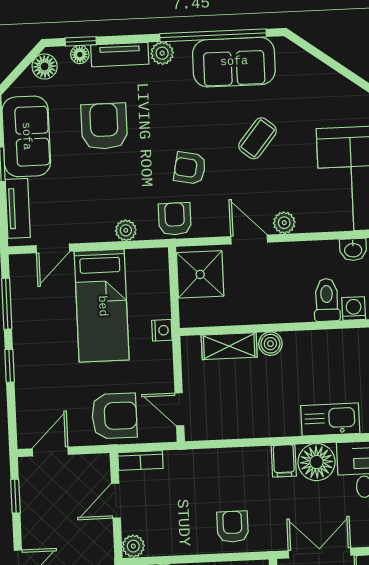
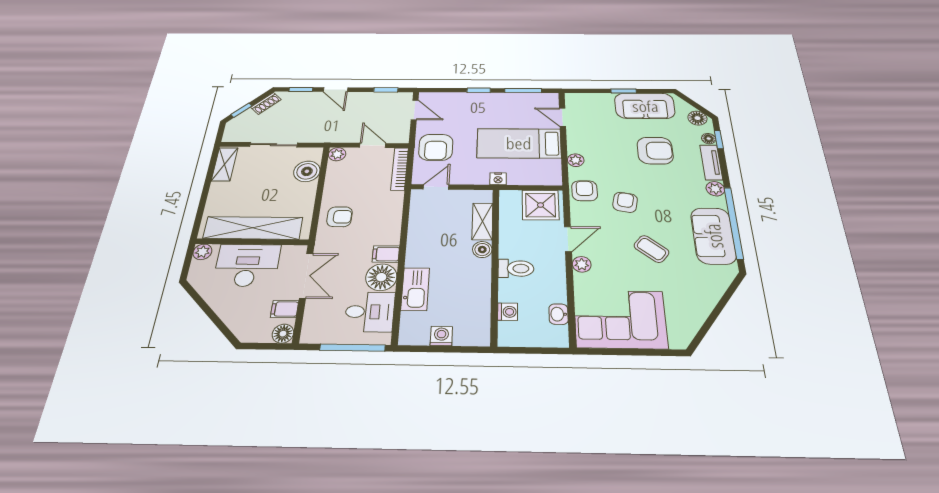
tv unit: (18, 208) -> (592, 99), removed
armchair: (175, 219) -> (585, 191), turned -90
toilet: (327, 300) -> (516, 268), moved
bookcase: (140, 460) -> (400, 169), width x1.56

